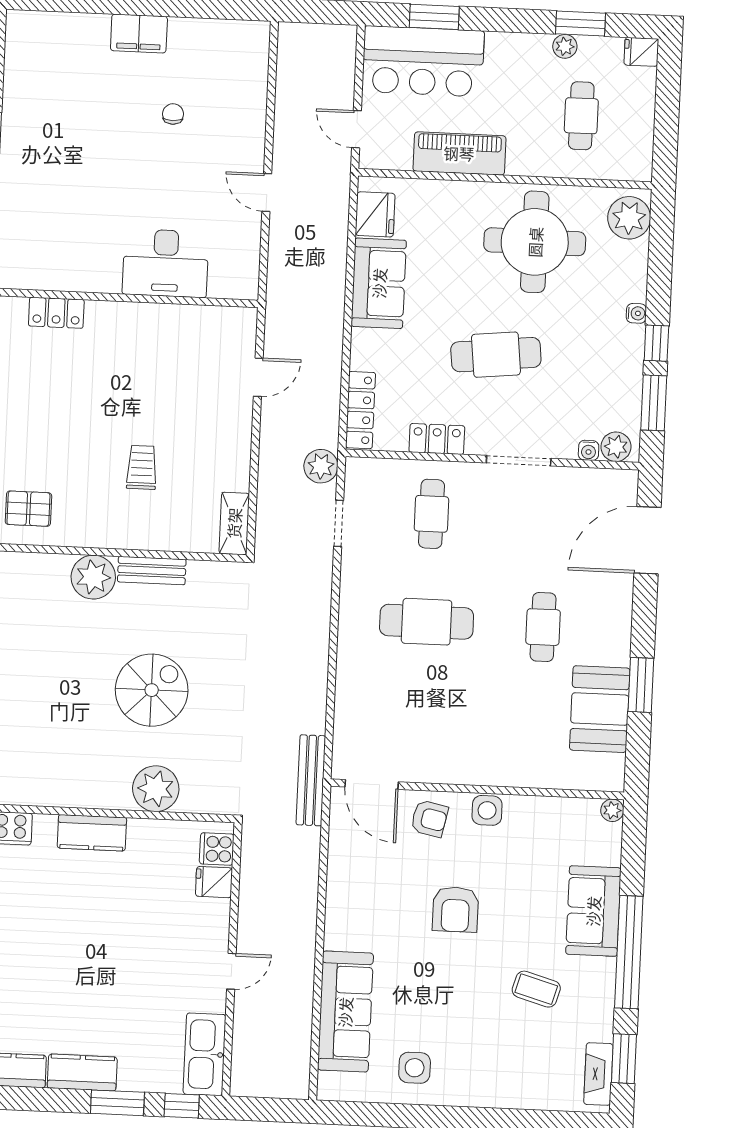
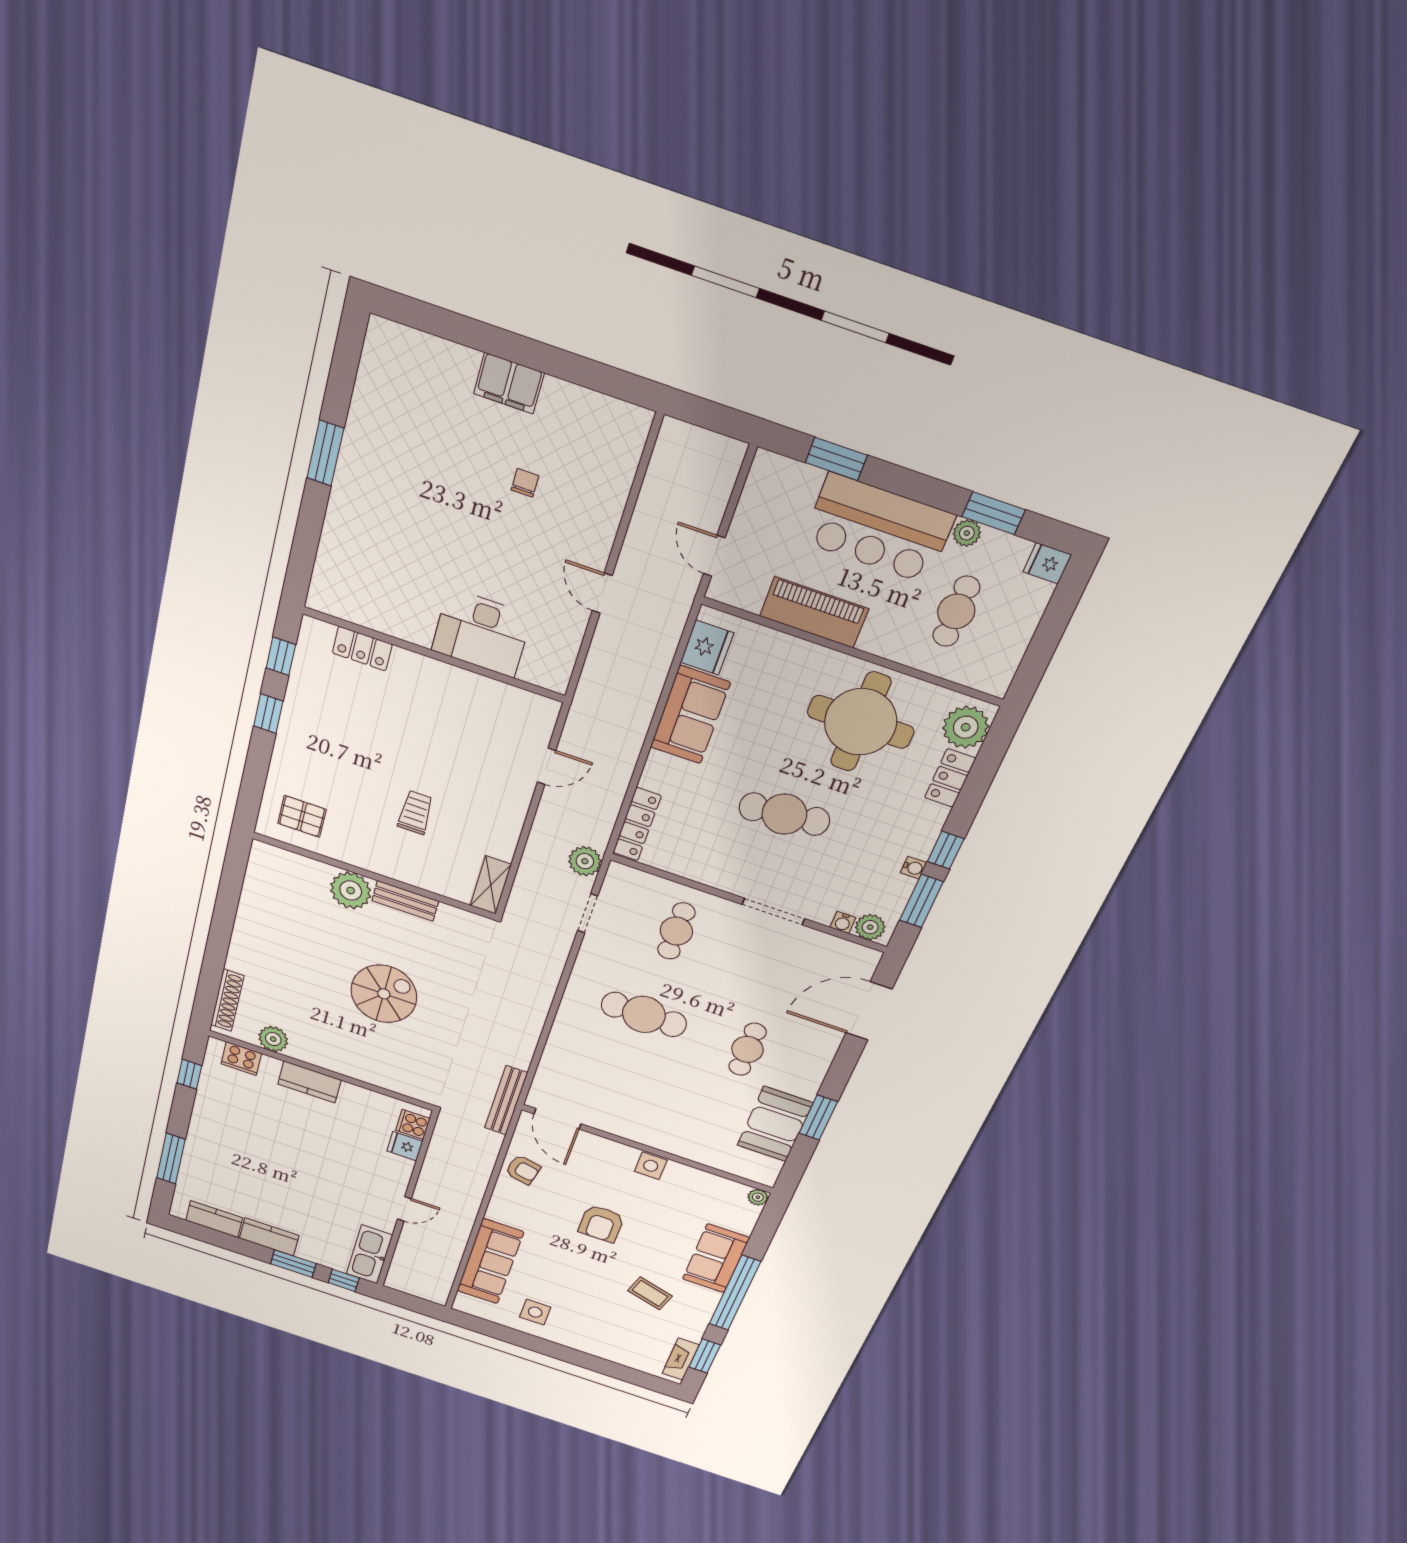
bar counter: (423, 61) -> (879, 529), moved
water cooler: (636, 313) -> (913, 868), moved
locker: (437, 439) -> (950, 778), moved, turned -90
plant: (156, 789) -> (273, 1039), moved, width x0.73, depth x0.73
armchair: (429, 819) -> (523, 1170), moved

